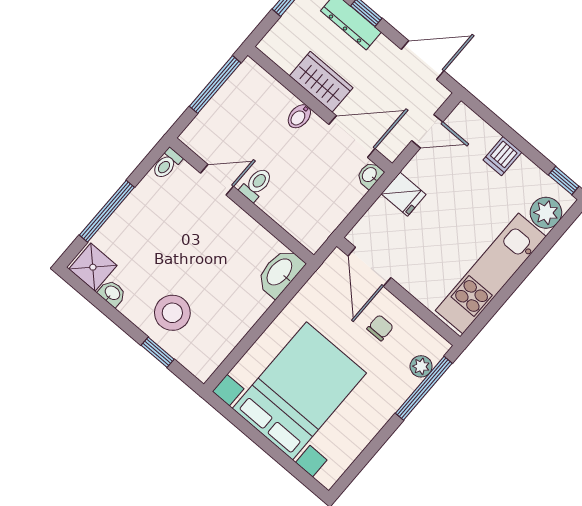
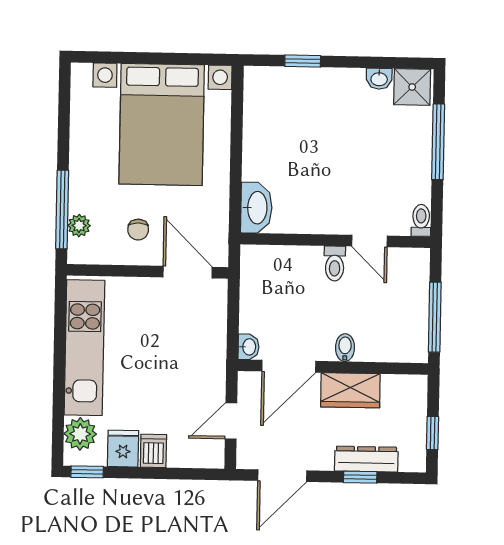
door: (217, 180) -> (370, 241), hinge flipped
fridge: (404, 194) -> (123, 449), moved, turned 90
stool: (172, 313) -> (317, 103), removed

